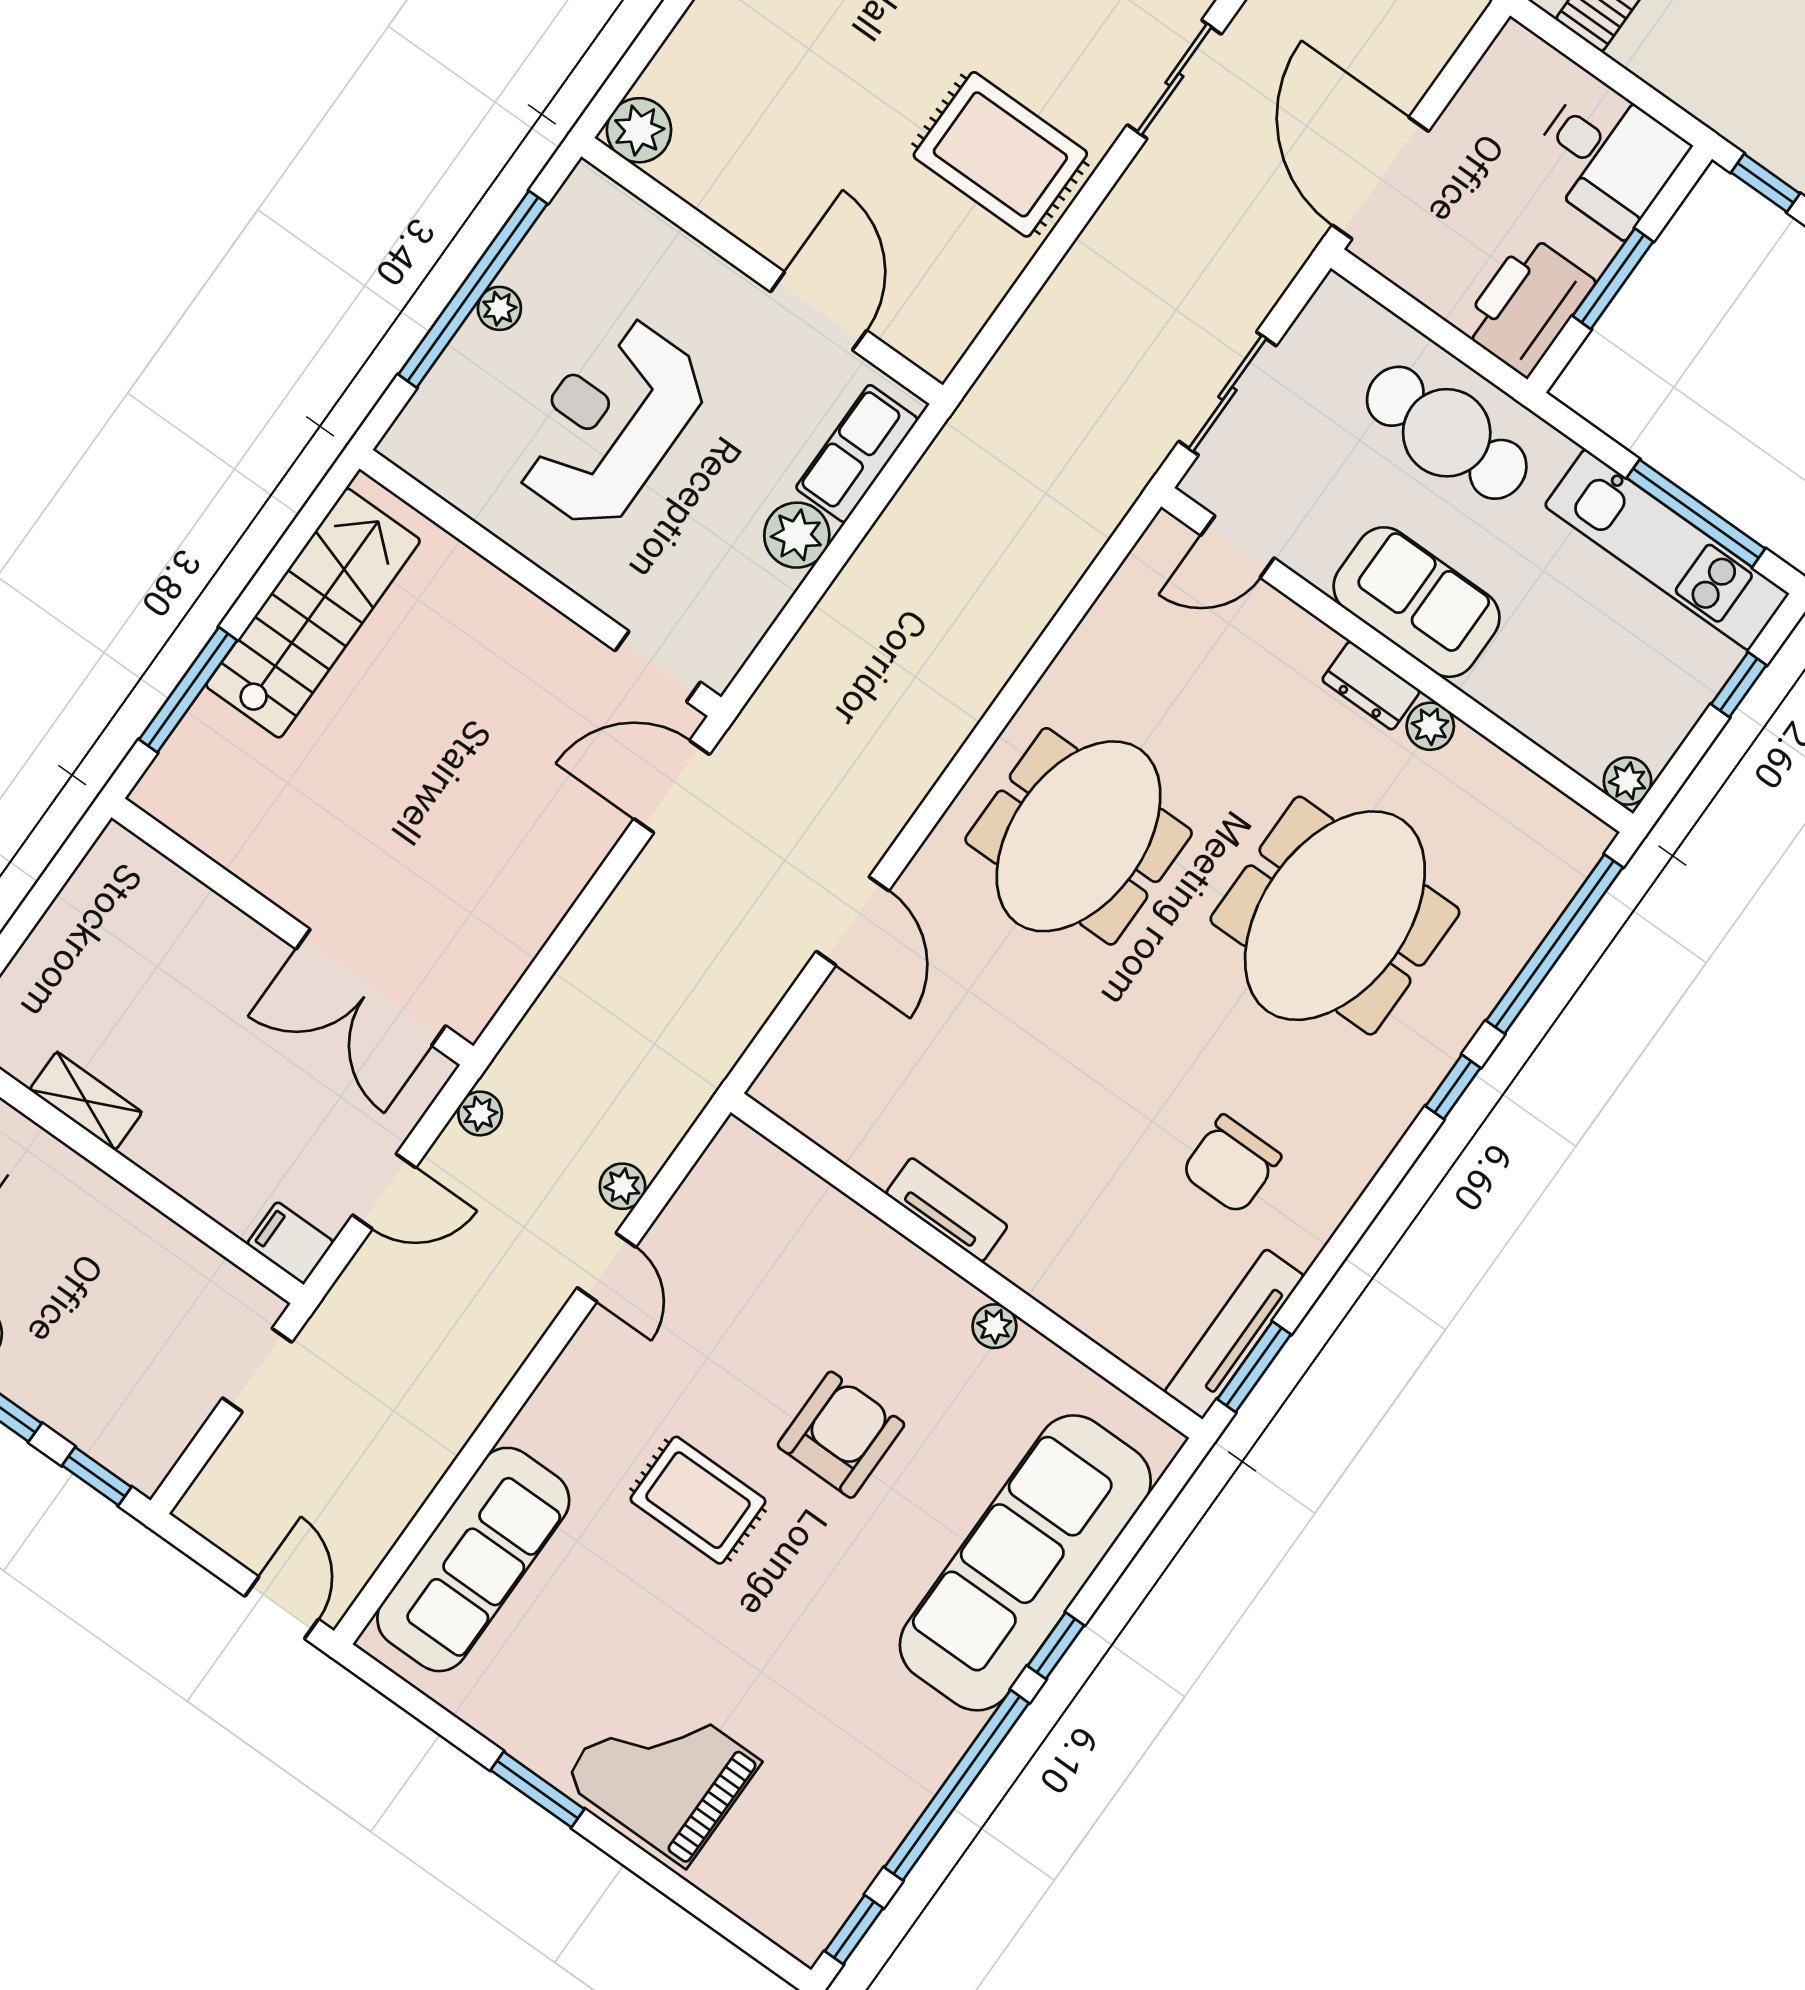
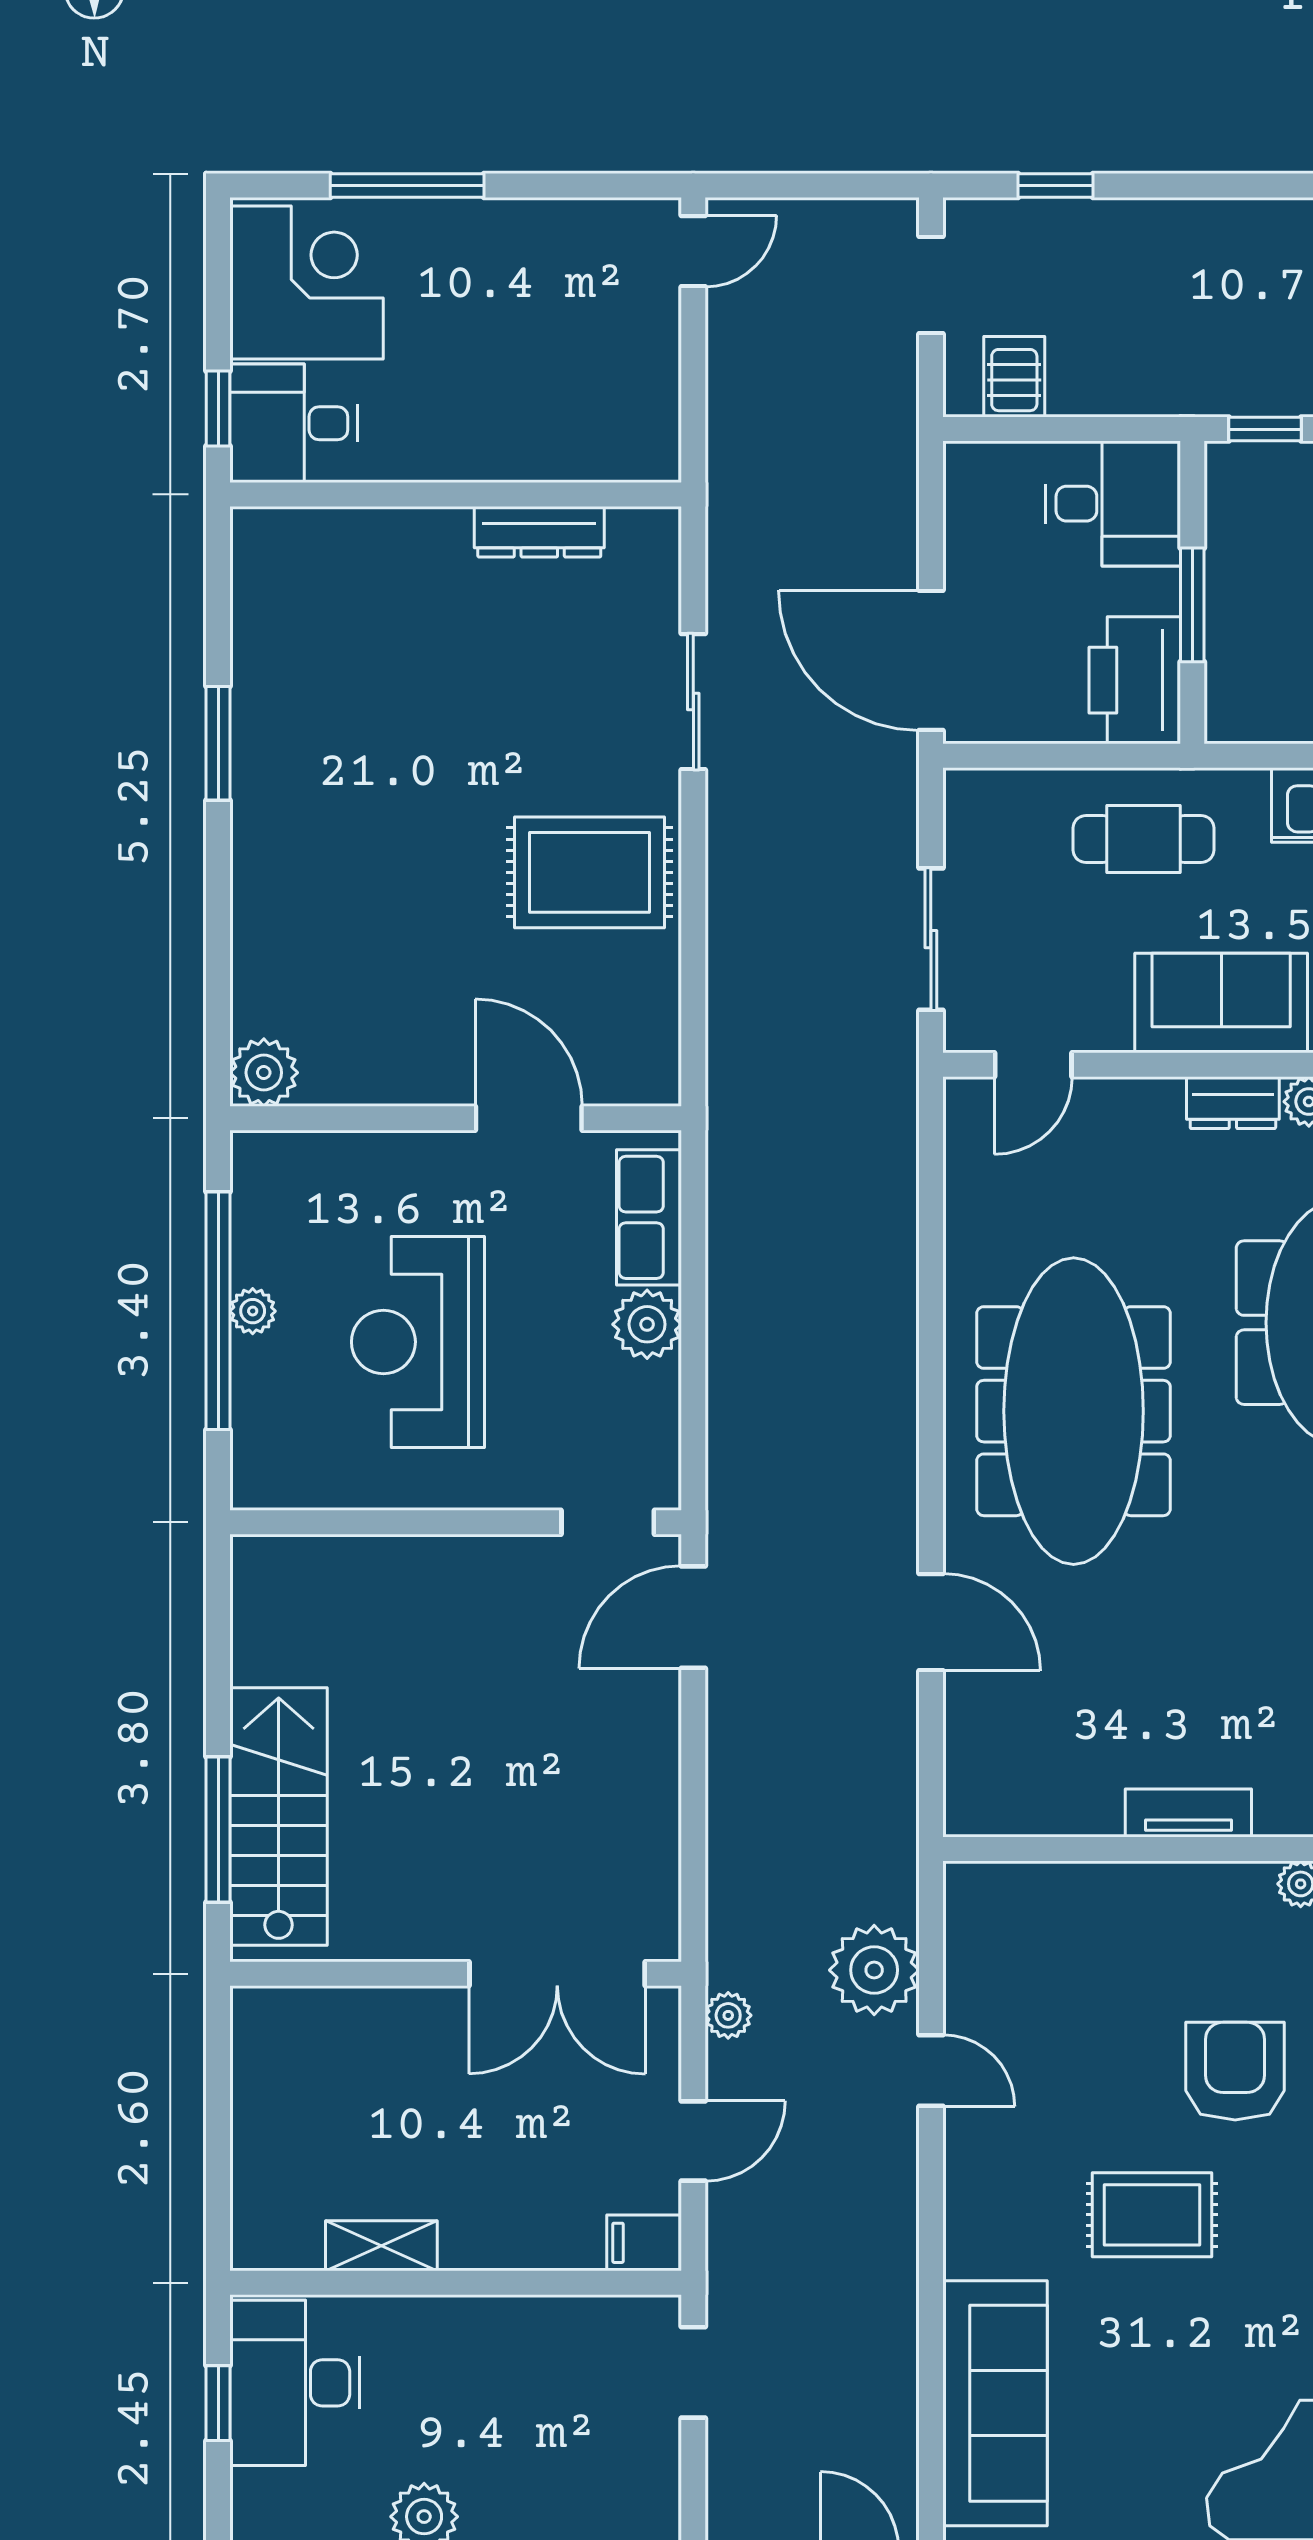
cafe table: (1447, 433) -> (1144, 839), width x0.73, depth x0.74
stairs: (313, 613) -> (279, 1817), moved
meeting table: (1079, 836) -> (1074, 1411), width x1.36
plant: (622, 1186) -> (874, 1970), width x1.87, depth x1.87

